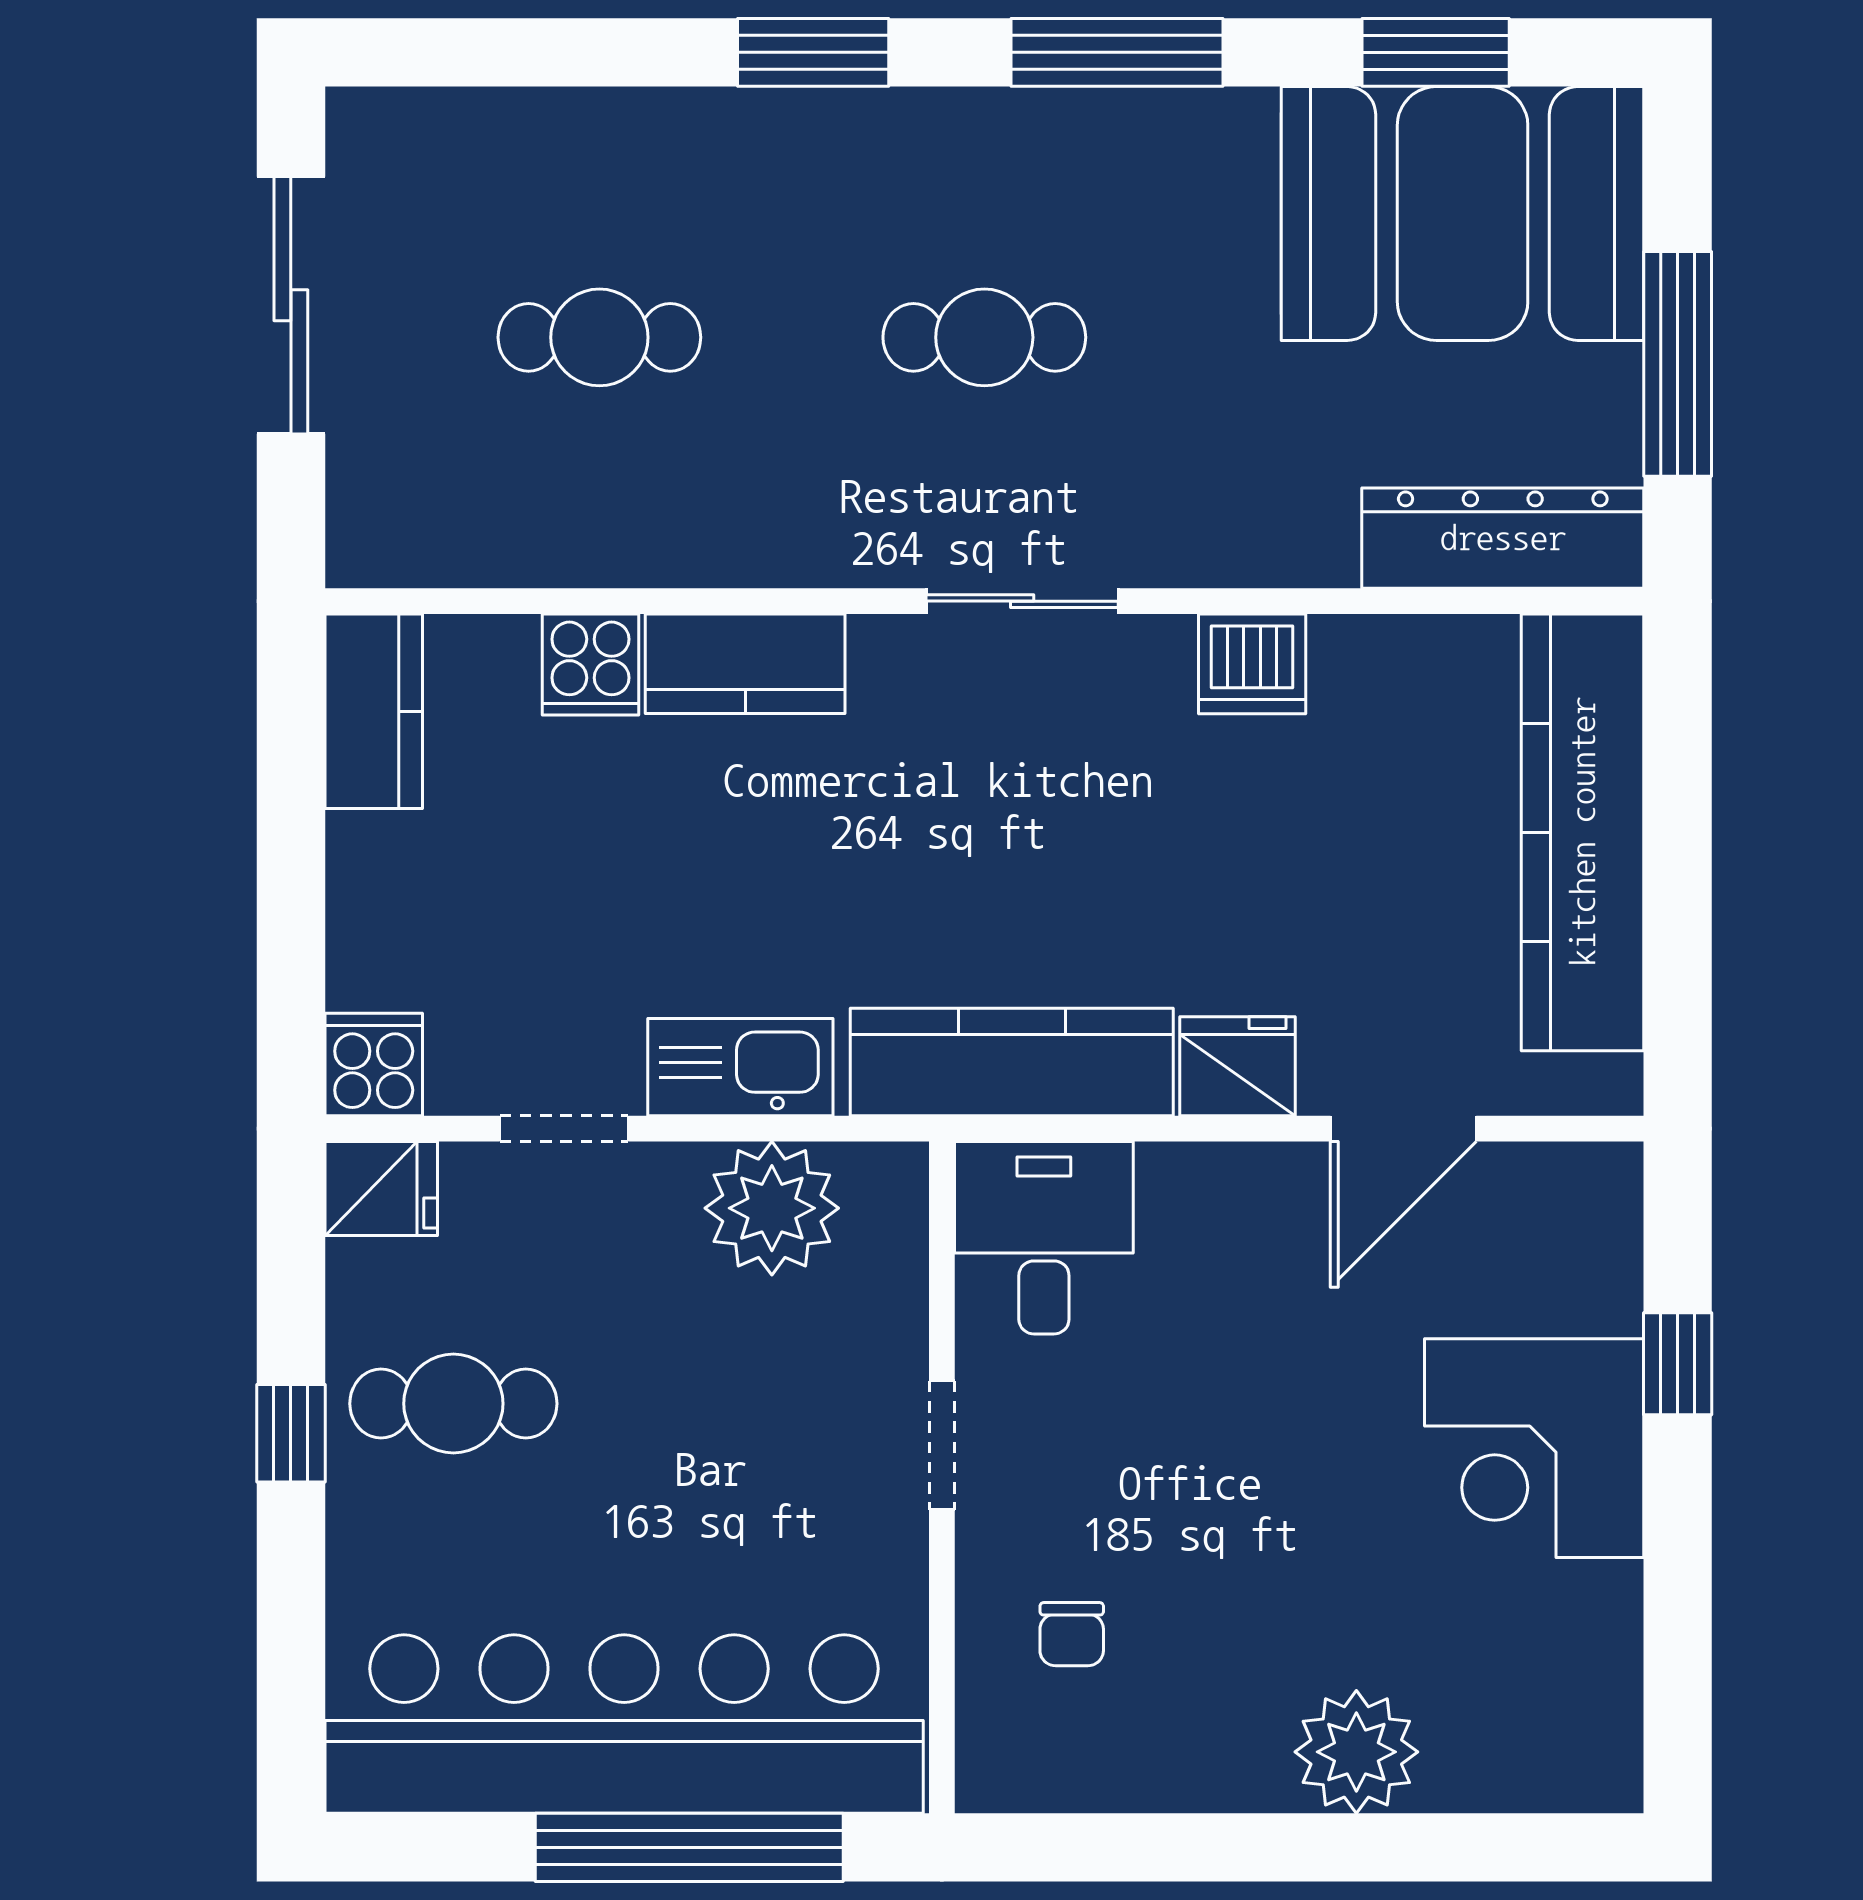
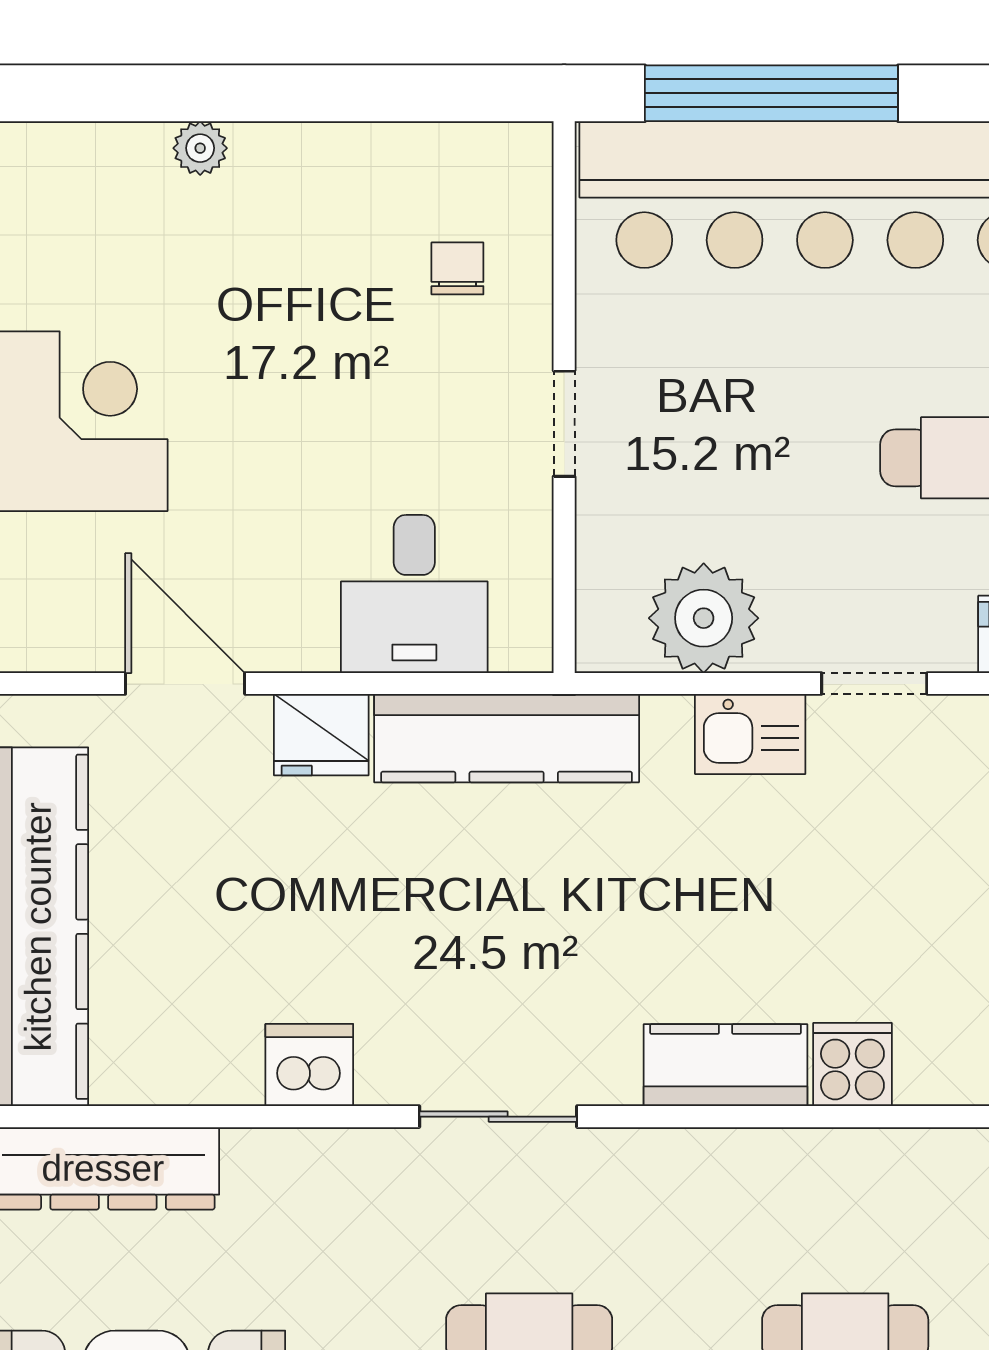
kitchen sink: (740, 1067) -> (750, 734), width x0.73
door: (1403, 1129) -> (185, 684), hinge flipped
desk: (1044, 1238) -> (414, 594), moved
plant: (1356, 1752) -> (200, 148), width x0.53, depth x0.53

